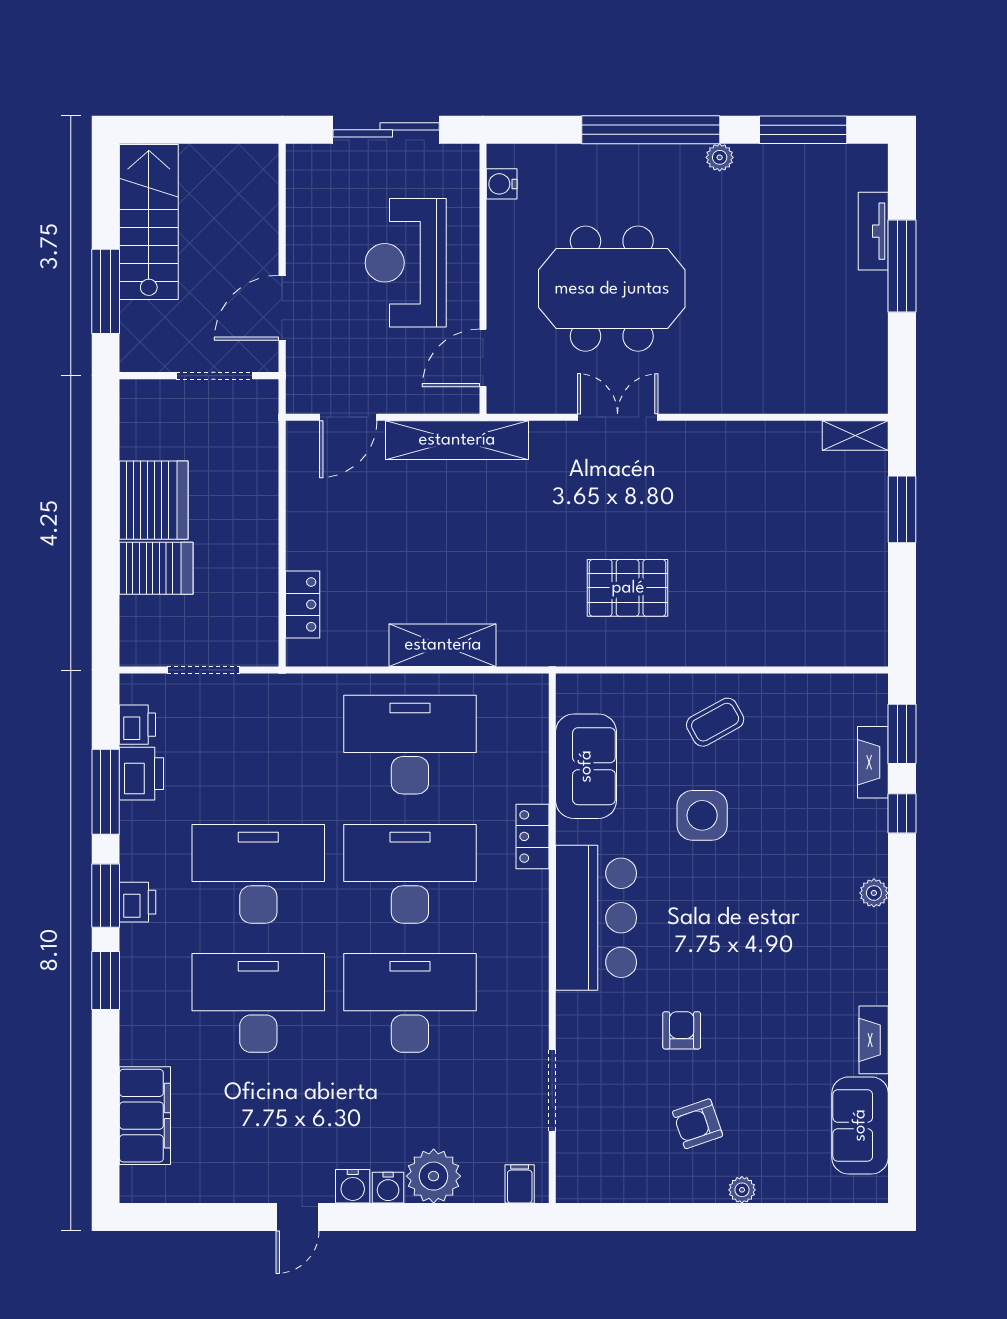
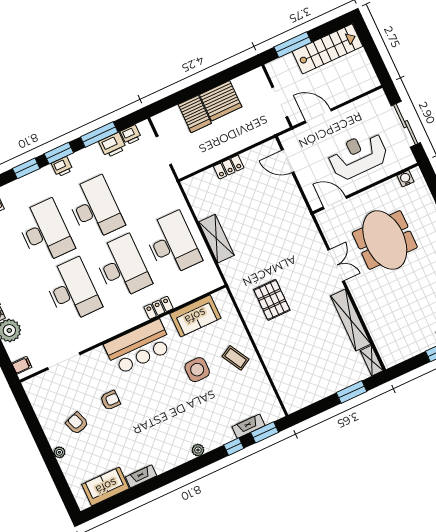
shelving: (457, 440) -> (351, 320), moved
locker: (303, 604) -> (229, 167), moved

